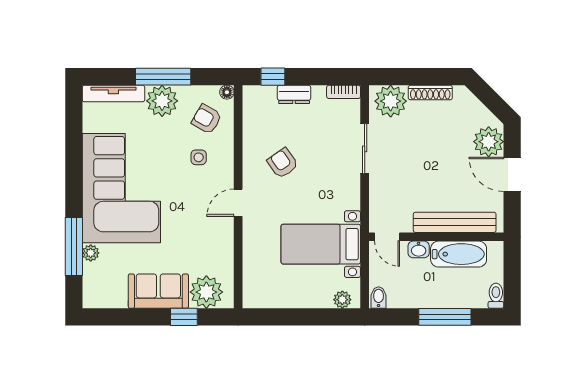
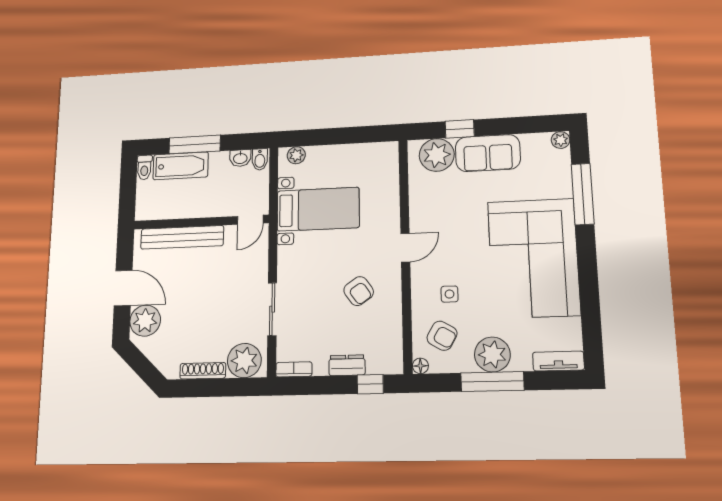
tv unit: (113, 94) -> (558, 361), width x0.71
door: (387, 237) -> (250, 220), swing flipped
washbasin: (419, 249) -> (240, 158), moved, turned 180
plant: (91, 253) -> (561, 140), moved
bathtub: (459, 254) -> (181, 166), moved, turned 180

